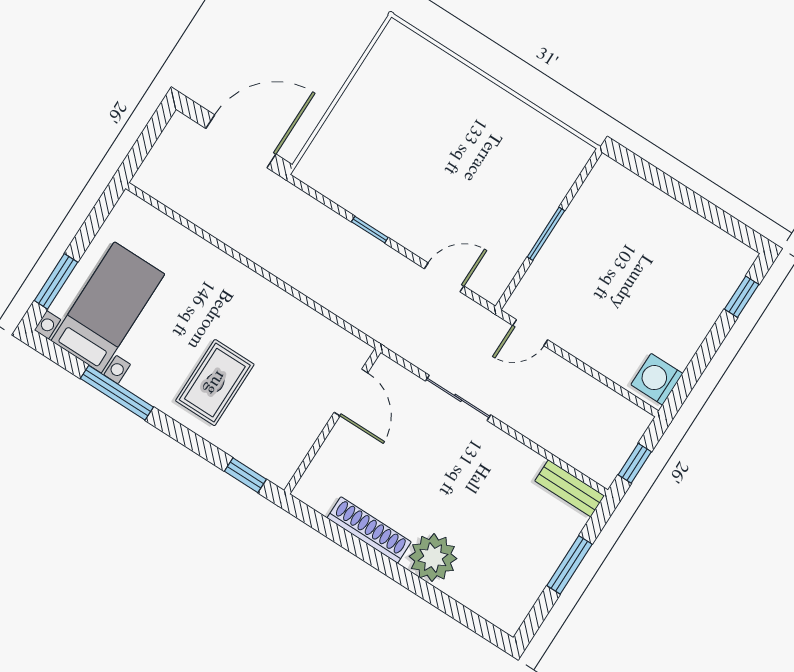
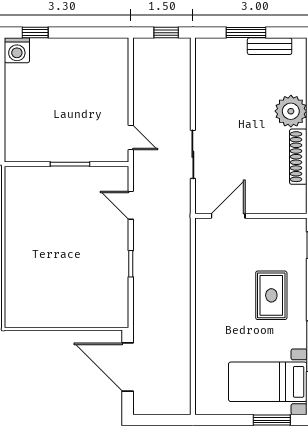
washing machine: (657, 379) -> (17, 50), moved
rug: (215, 383) -> (271, 295), turned 90
bench: (570, 488) -> (270, 46), moved, turned 90

